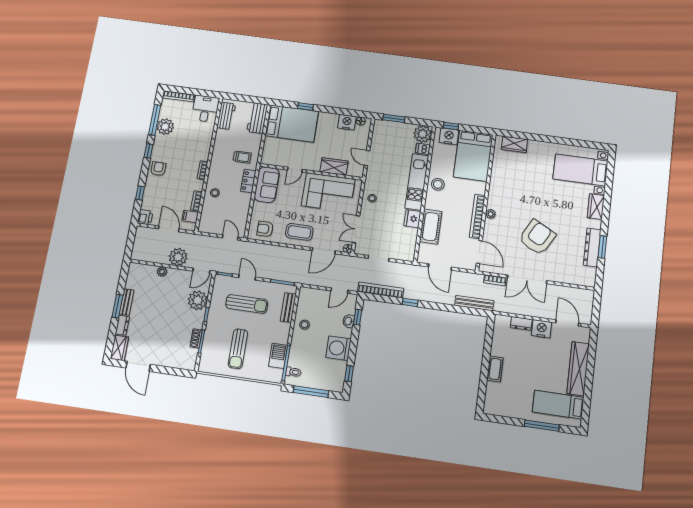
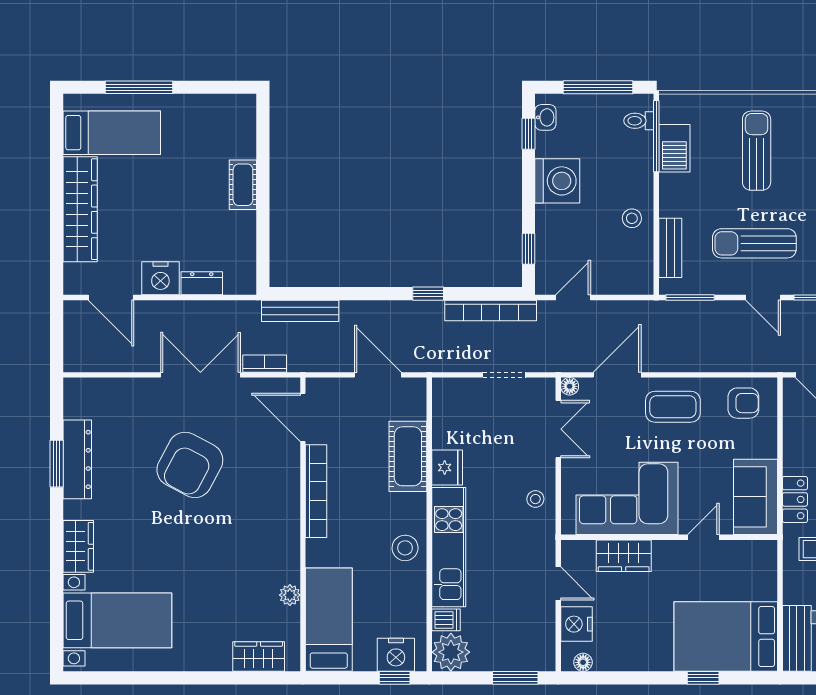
nightstand: (347, 122) -> (576, 624), moved, turned 90
bed: (473, 156) -> (329, 620), width x0.67
plant: (491, 214) -> (290, 595), moved
washbasin: (348, 321) -> (545, 117), moved

